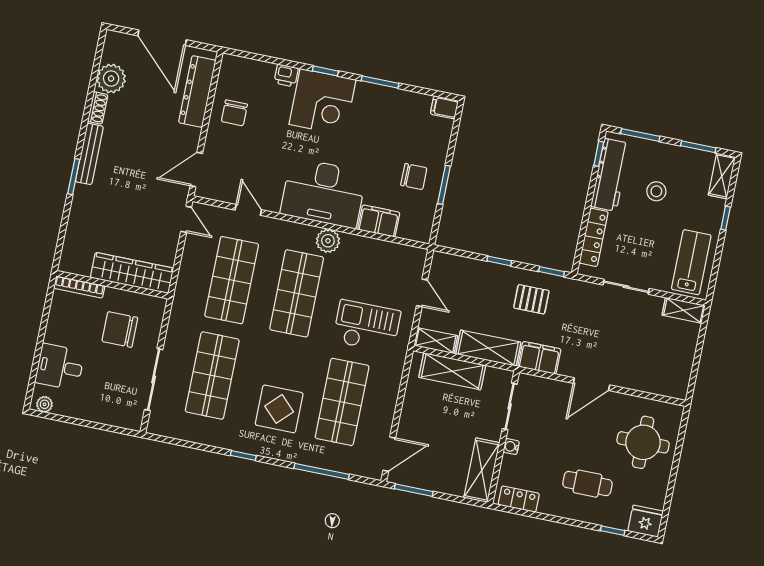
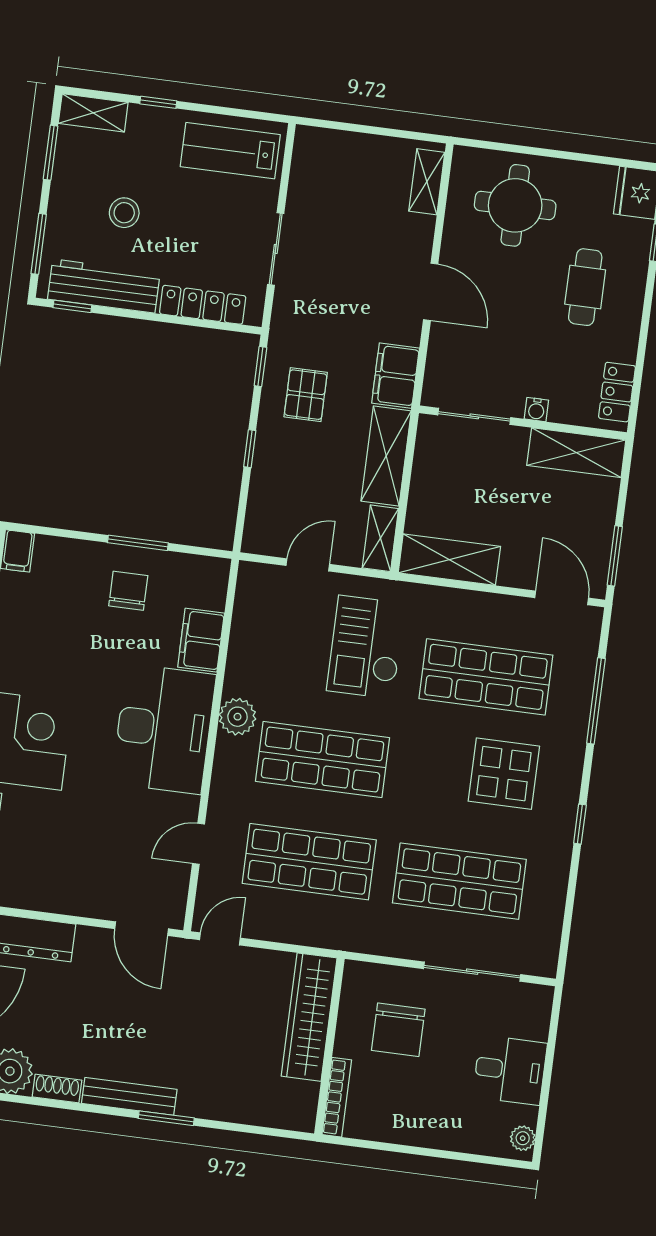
chair: (234, 113) -> (49, 876), removed
shelving: (684, 310) -> (427, 182), moved
desk: (60, 367) -> (510, 1070), moved, turned -90
shelving: (452, 371) -> (449, 560), moved, turned 90

